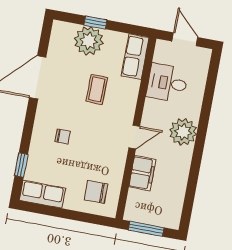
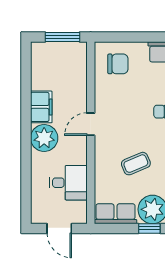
row of seats: (135, 57) -> (115, 214), moved, turned -90
coffee table: (97, 89) -> (136, 164), turned 66
filing cabinet: (142, 173) -> (41, 107), moved, turned 180

